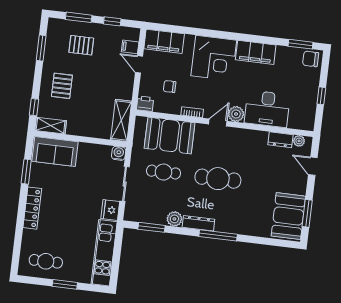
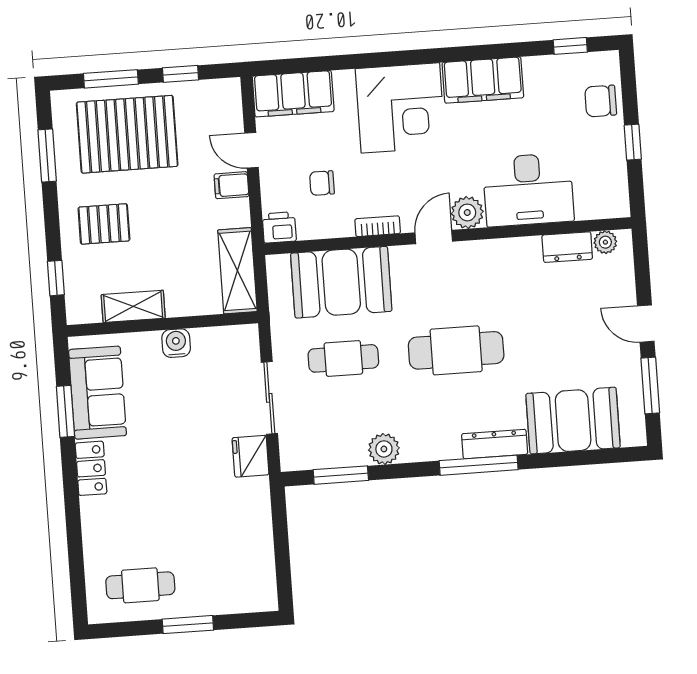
window: (301, 44) -> (570, 46), width x0.67
pallet: (81, 45) -> (127, 134), width x2.05, depth x2.00
filing cabinet: (130, 47) -> (231, 185), moved
chair: (311, 59) -> (601, 101), moved
pallet: (62, 86) -> (104, 224), turned 90
shelving: (51, 126) -> (133, 306), moved
sofa: (55, 151) -> (97, 393), moved, turned -90
water cooler: (119, 153) -> (176, 343), moved
door: (313, 166) -> (646, 324), moved
locker: (32, 208) -> (91, 468), width x0.66
booth: (288, 216) -> (573, 421), moved, turned 90
dresser: (198, 223) -> (495, 444), moved
kitchen unit: (104, 253) -> (255, 545), removed

